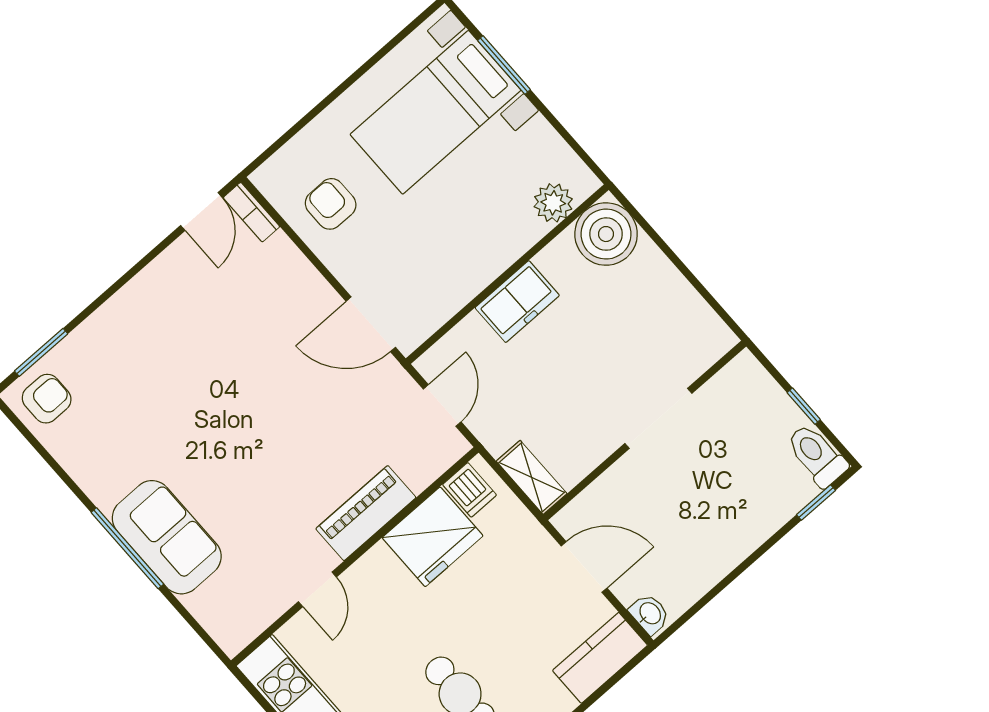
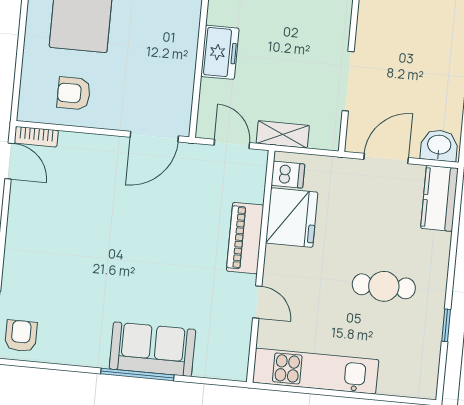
doorway: (658, 418) -> (348, 81), moved
shelving: (532, 477) -> (283, 134), moved
washbasin: (650, 614) -> (439, 146), width x1.38, depth x1.45

